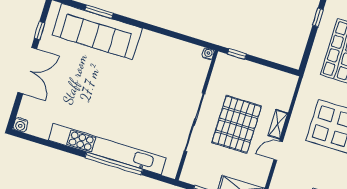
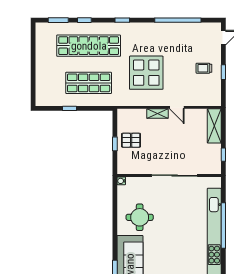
window: (237, 54) -> (115, 144), moved
round table: (156, 63) -> (140, 217), added
pallet: (237, 124) -> (131, 140), moved, width x0.49, depth x0.50

